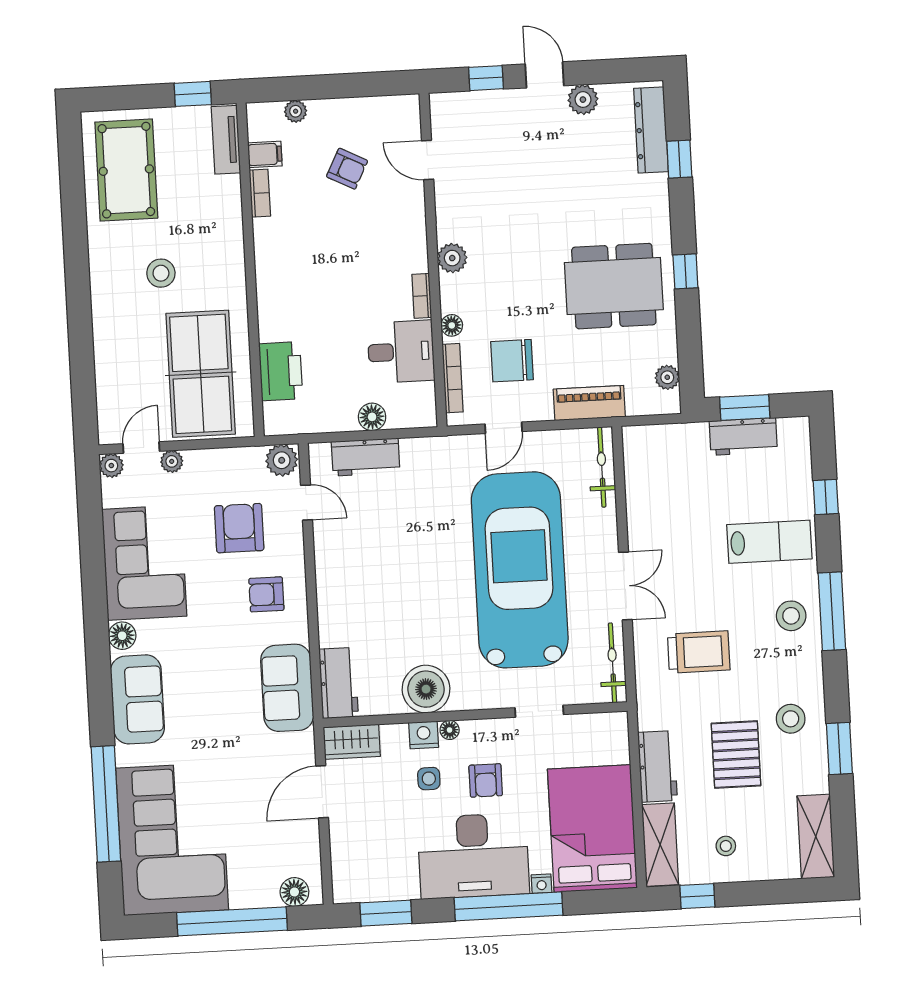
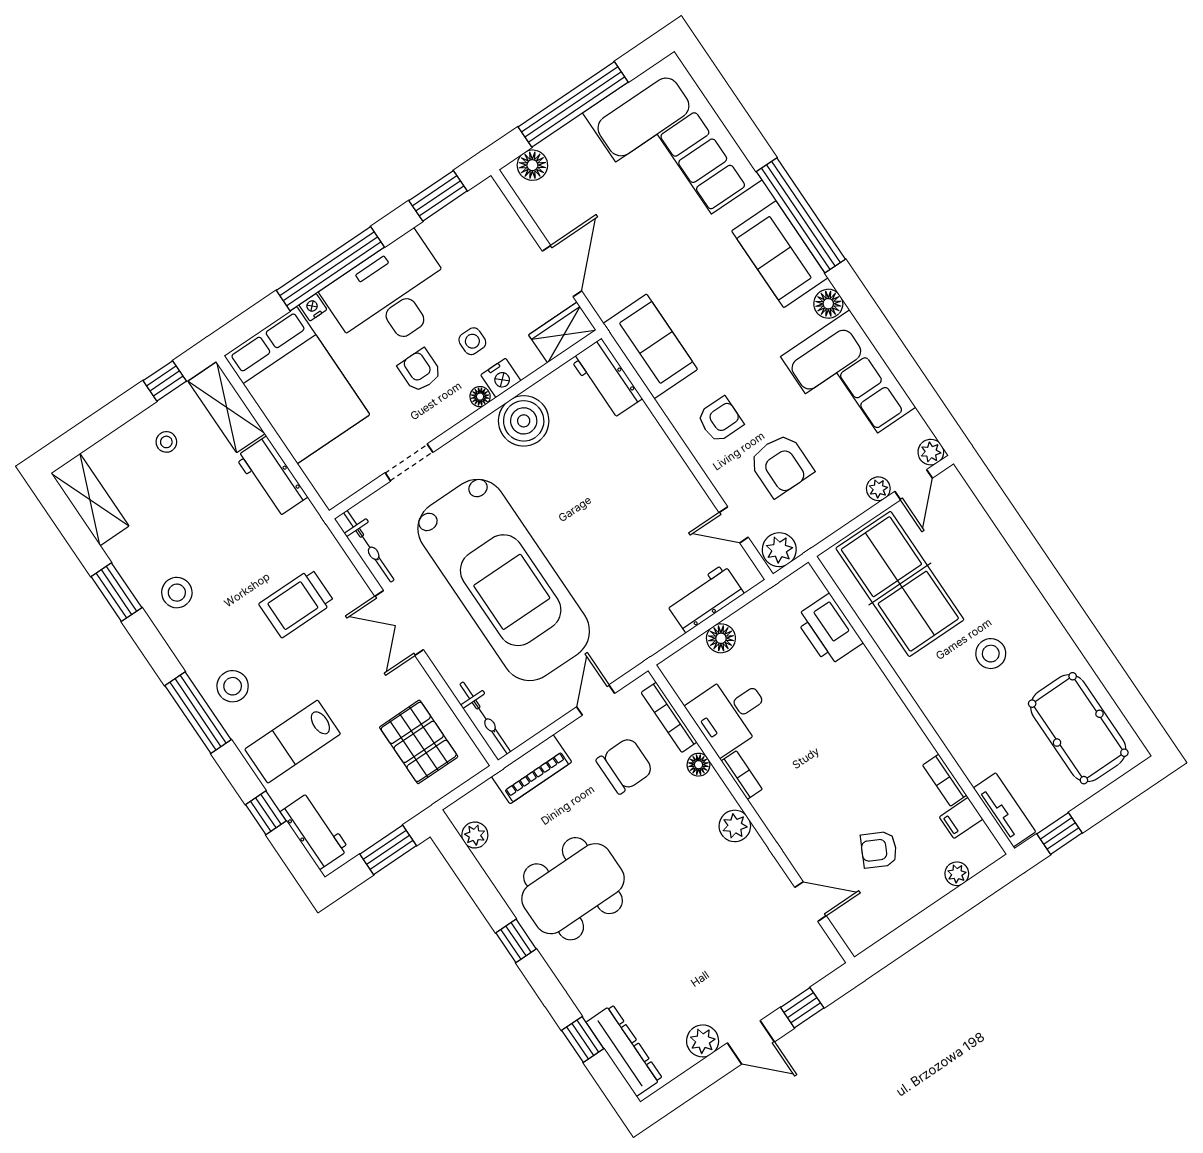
workbench: (743, 436) -> (315, 831), moved, turned 90
pallet: (736, 755) -> (419, 742), moved
window: (106, 804) -> (801, 215), moved

